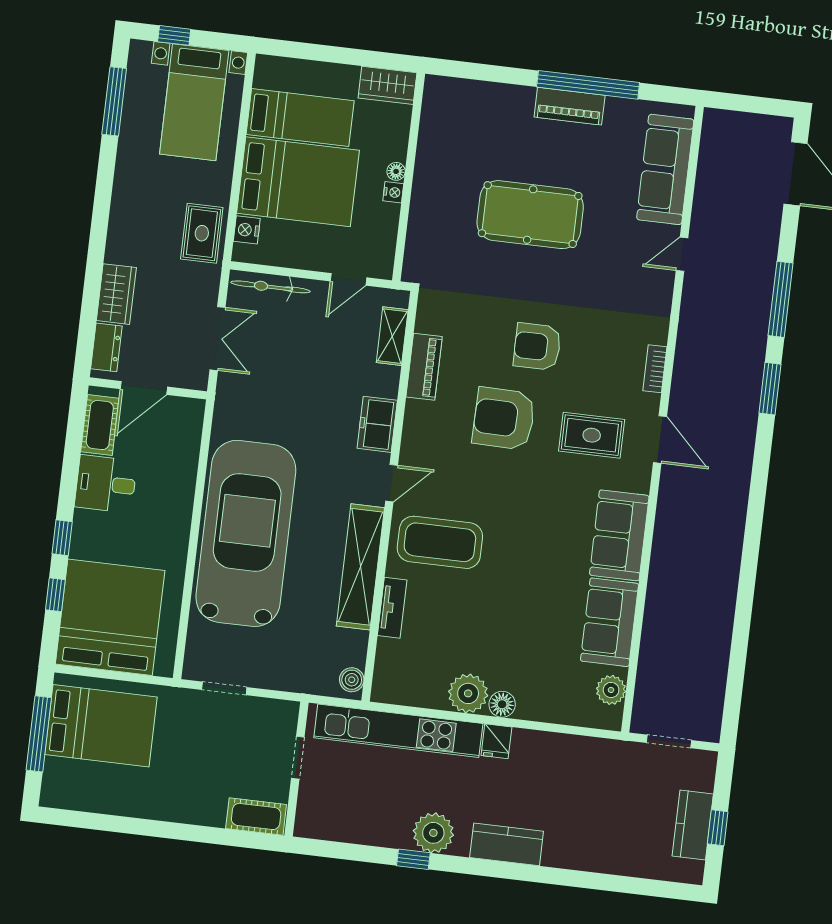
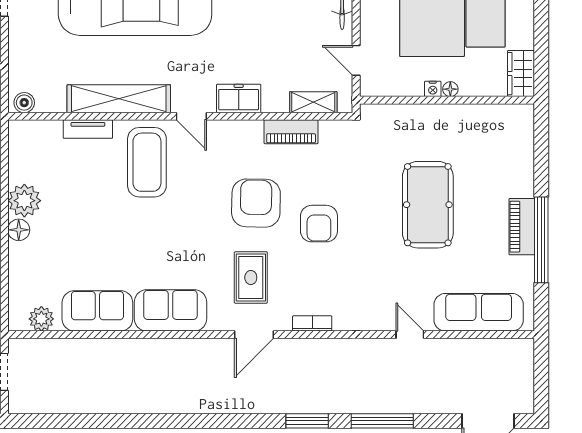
armchair: (537, 347) -> (319, 224), turned 180

